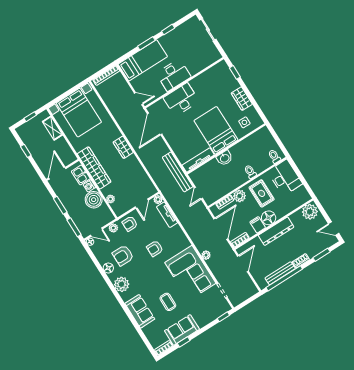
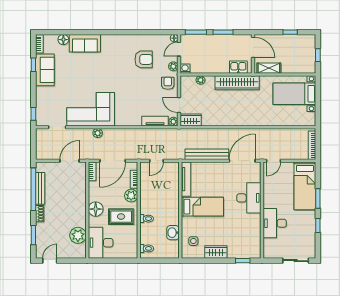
desk: (174, 75) -> (275, 223), moved
bed with nightstands: (79, 113) -> (294, 94), width x0.73
door: (155, 124) -> (242, 161), hinge flipped
shelving: (52, 128) -> (269, 68), moved
bed: (216, 130) -> (202, 207), width x0.67
wardrobe: (123, 147) -> (191, 120), moved
washbasin: (225, 158) -> (173, 233), moved
bench: (178, 172) -> (207, 154), moved
desk: (285, 178) -> (101, 243), moved, turned 90
washing machine: (89, 186) -> (185, 69), moved
door: (198, 193) -> (157, 161), swing flipped
boiler: (94, 200) -> (209, 65), removed
plant: (310, 212) -> (78, 235), moved
filing cabinet: (258, 225) -> (95, 195), removed
door: (221, 229) -> (113, 161), hinge flipped
dresser: (276, 231) -> (80, 208), removed
armchair: (155, 248) -> (132, 92), removed
armchair: (123, 255) -> (144, 59), turned 90
door: (243, 264) -> (70, 161), swing flipped
floor lamp: (108, 268) -> (63, 40), moved
plant: (122, 284) -> (119, 42), removed
coffee table: (168, 302) -> (78, 73), removed

